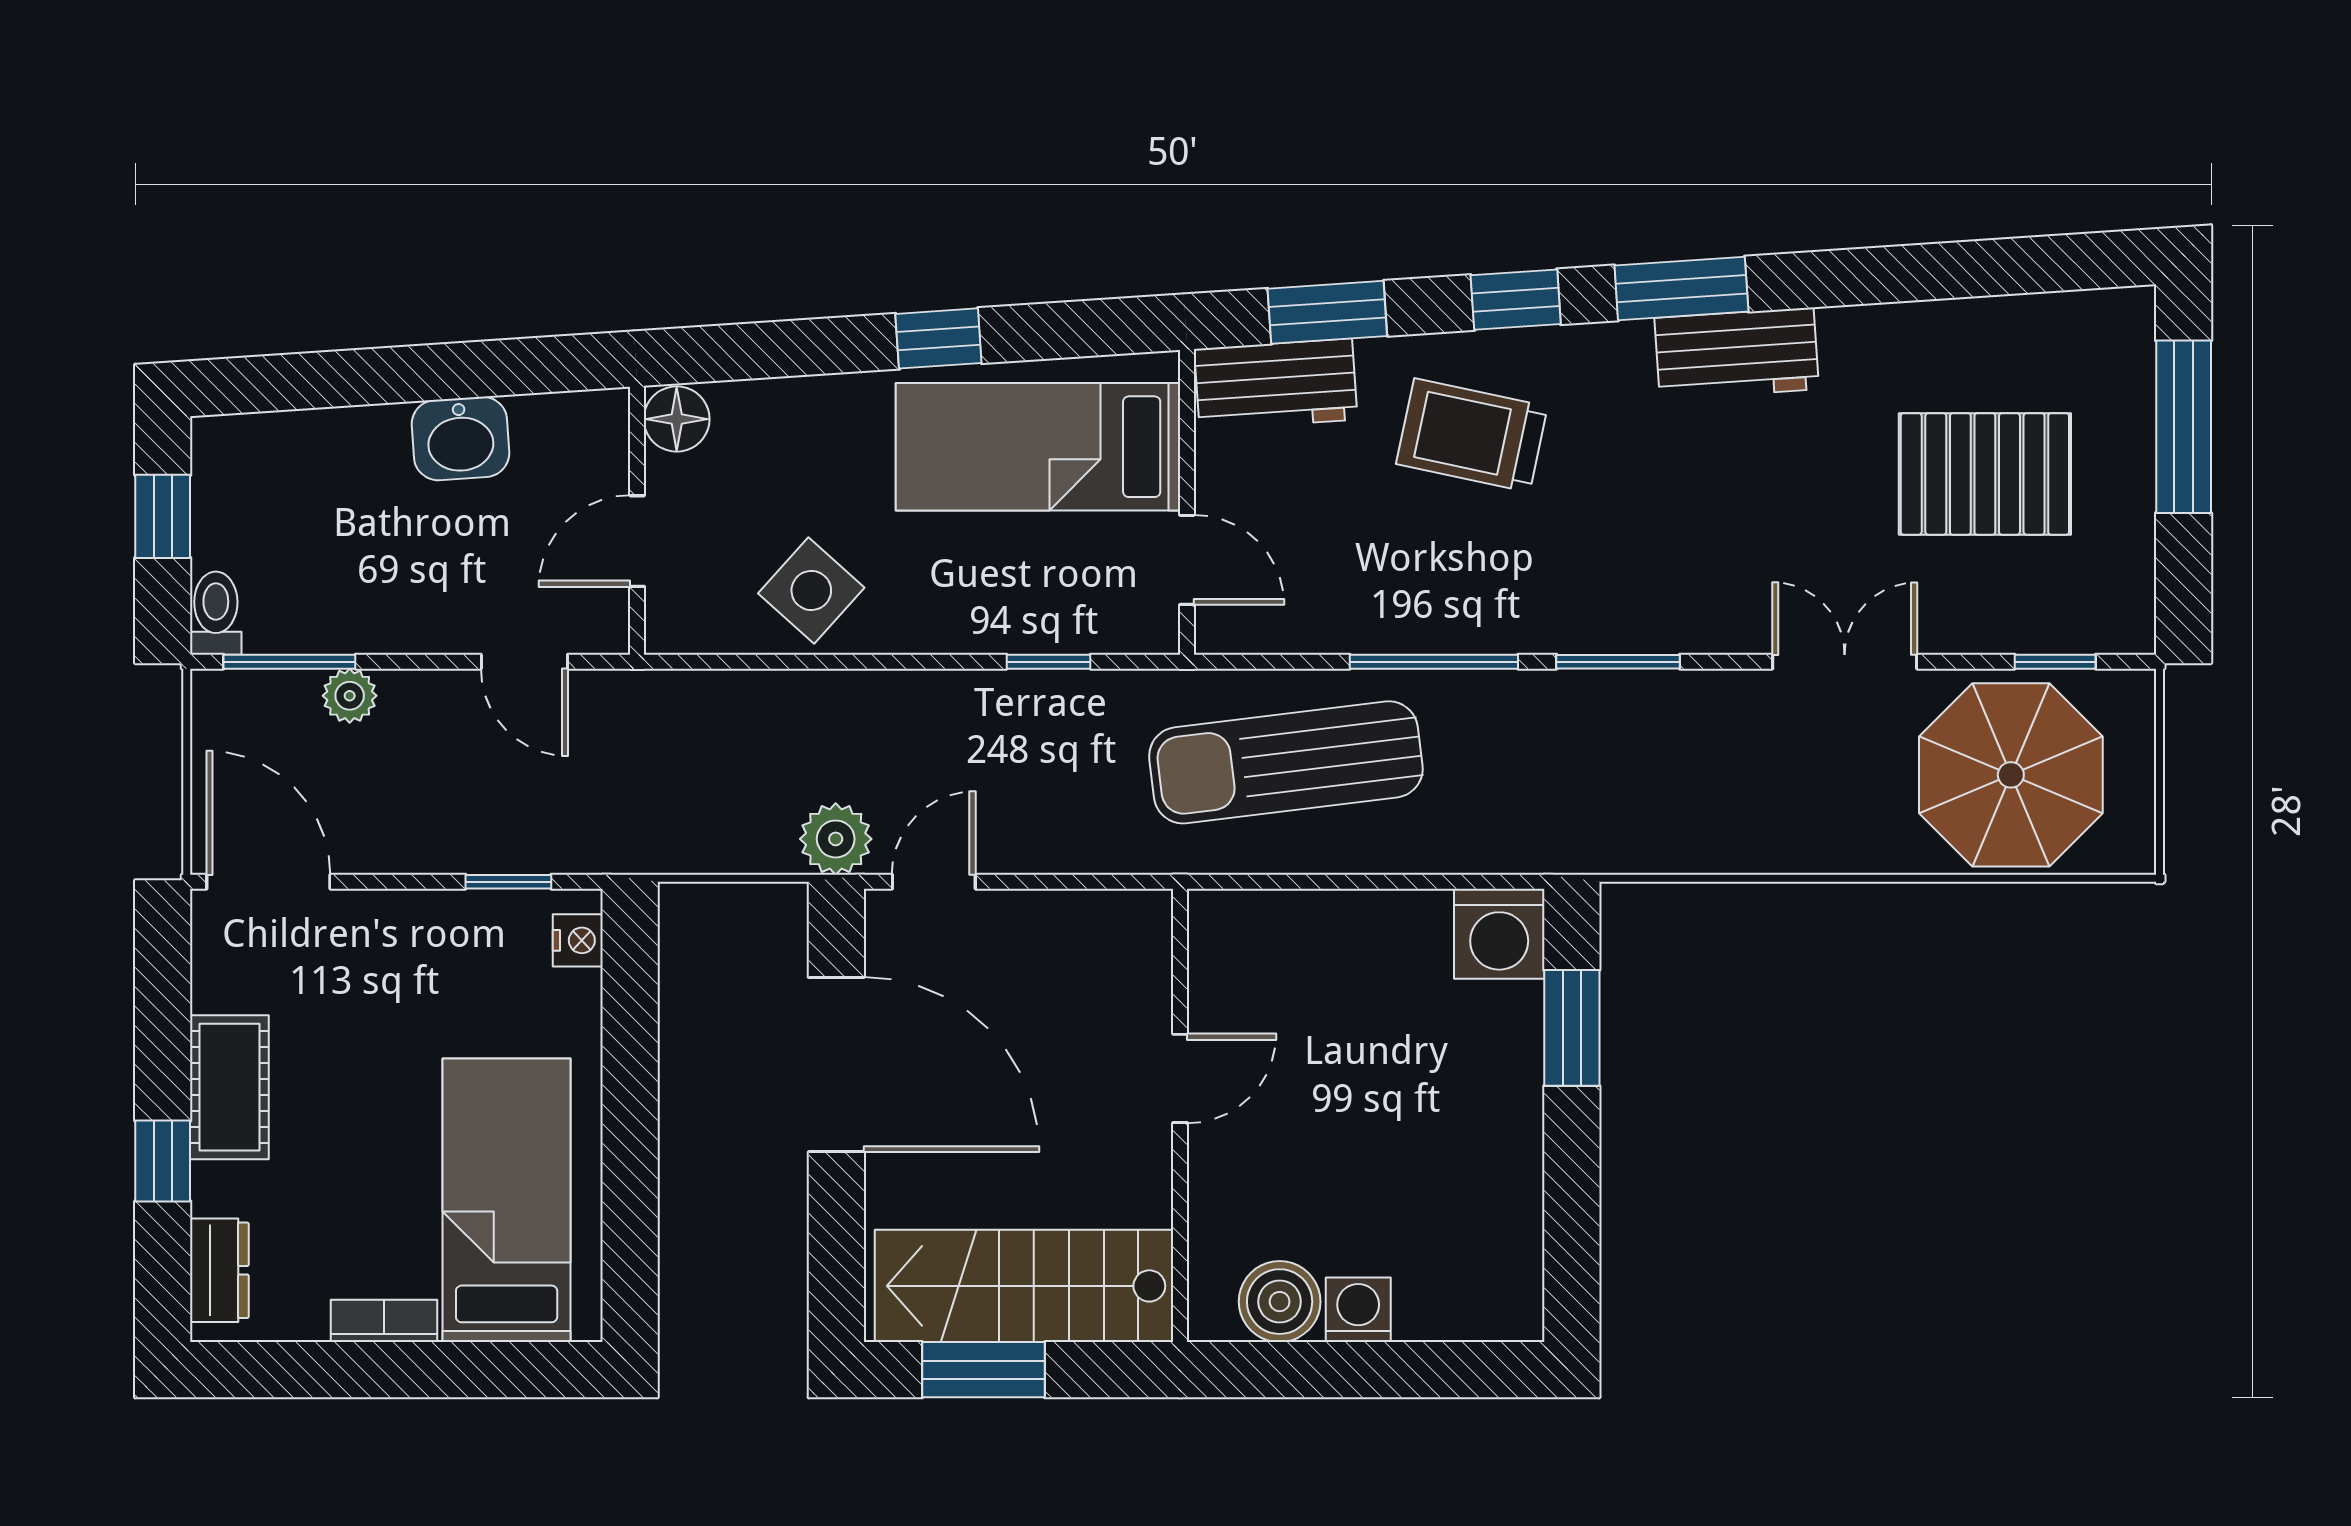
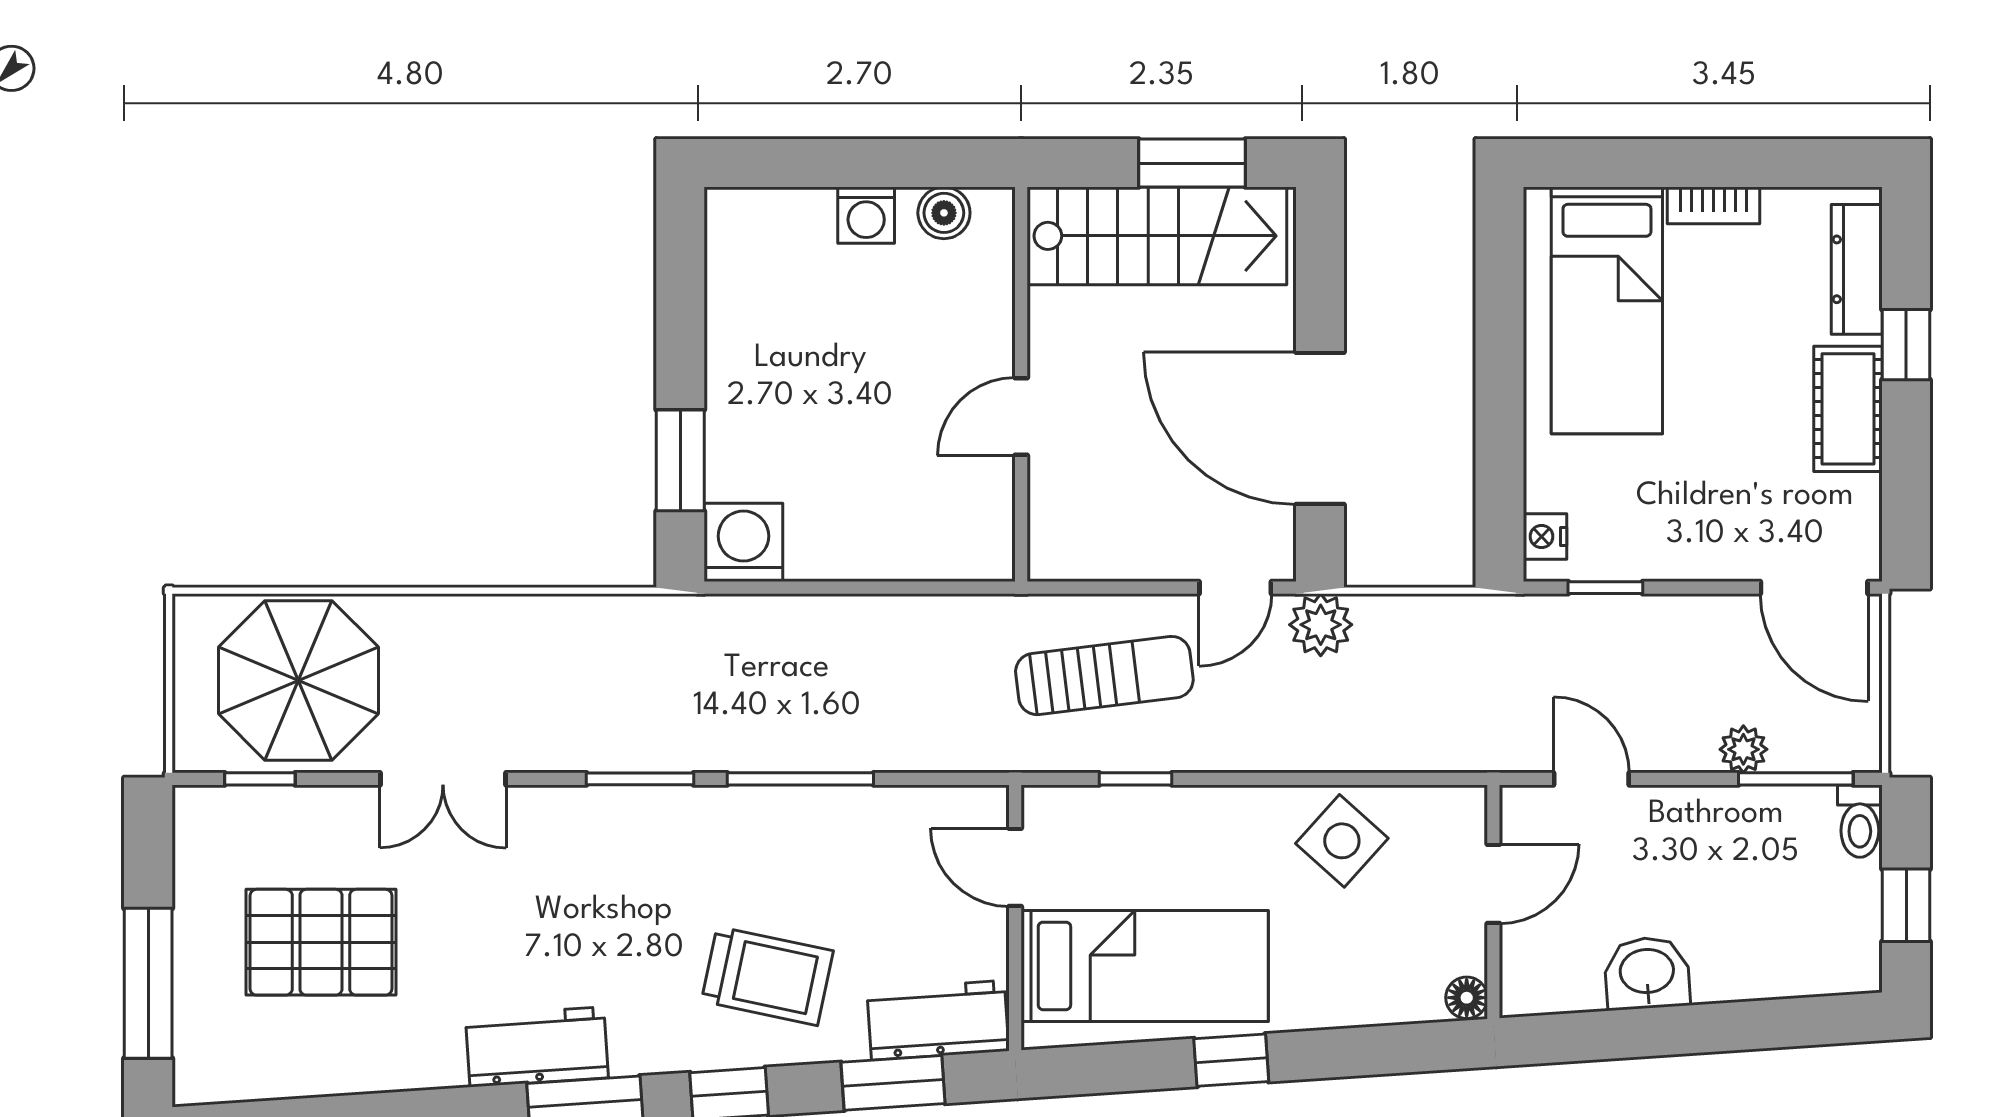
floor lamp: (677, 419) -> (1467, 998), width x0.73, depth x0.73
sun lounger: (1286, 762) -> (1104, 676), moved, width x0.73, depth x0.75
dresser: (219, 1270) -> (1857, 269), width x1.44
boiler: (1280, 1302) -> (944, 213), width x0.73, depth x0.73

